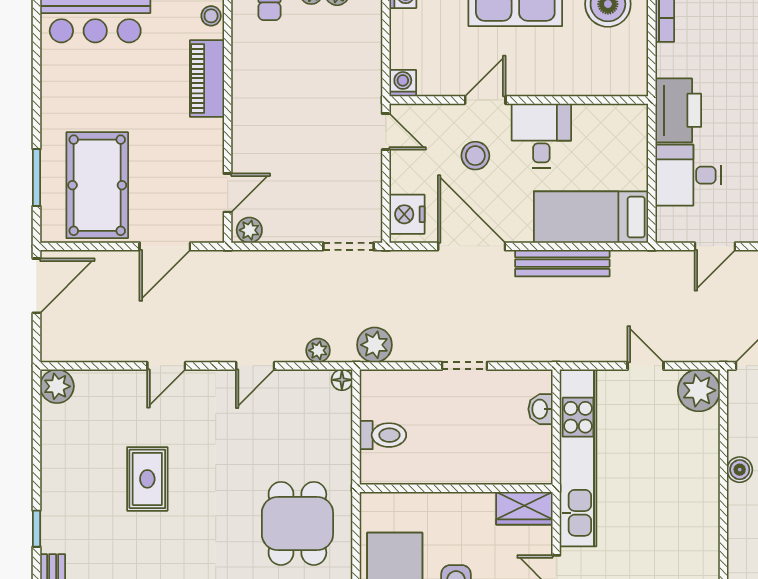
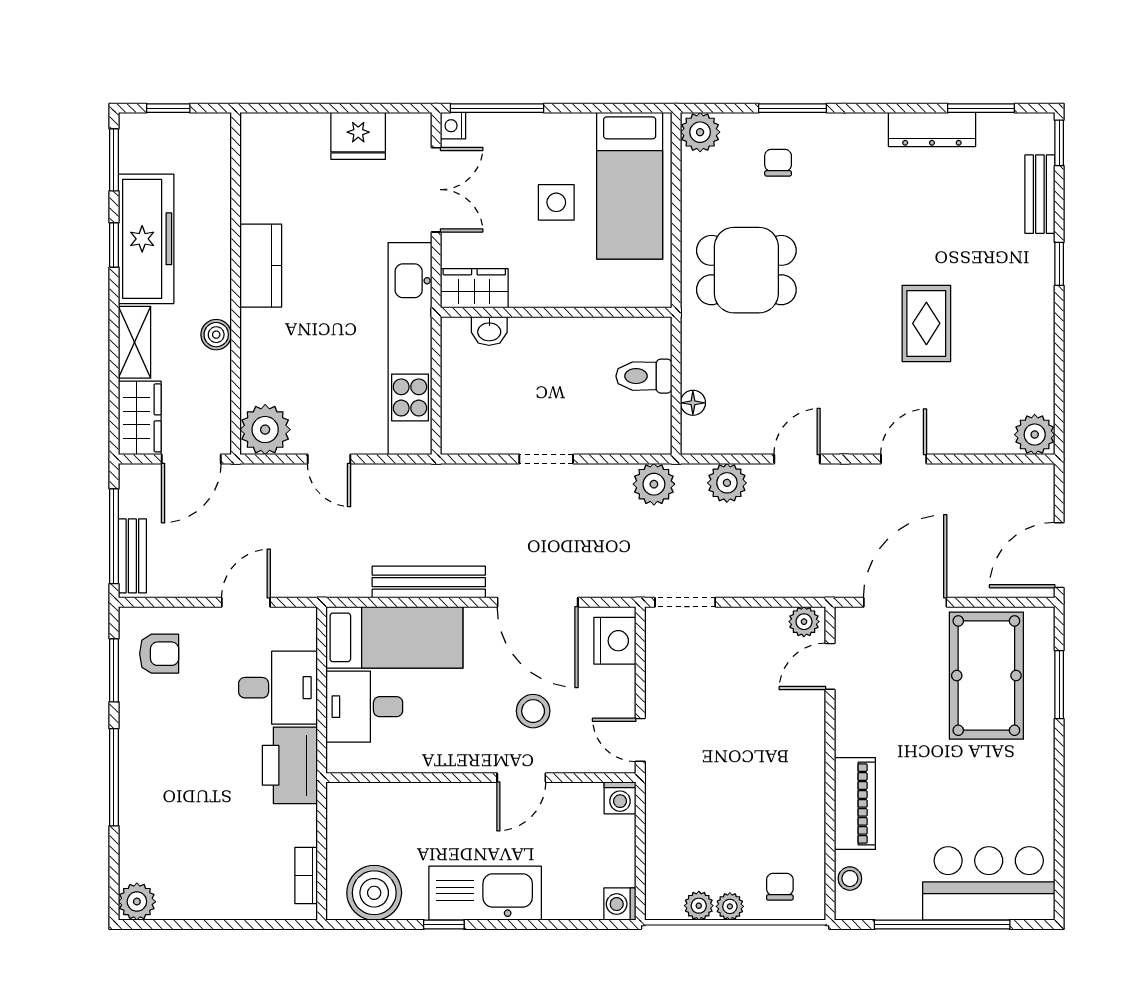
desk: (541, 136) -> (364, 707), moved, turned 90
door: (165, 246) -> (905, 602), width x1.36
plant: (318, 350) -> (727, 483), width x1.38, depth x1.38
floor lamp: (342, 380) -> (693, 403), moved
washbasin: (540, 409) -> (489, 331), moved, turned 90
dining table: (297, 523) -> (746, 270), turned 90
kitchen counter: (702, 527) -> (261, 266), added

